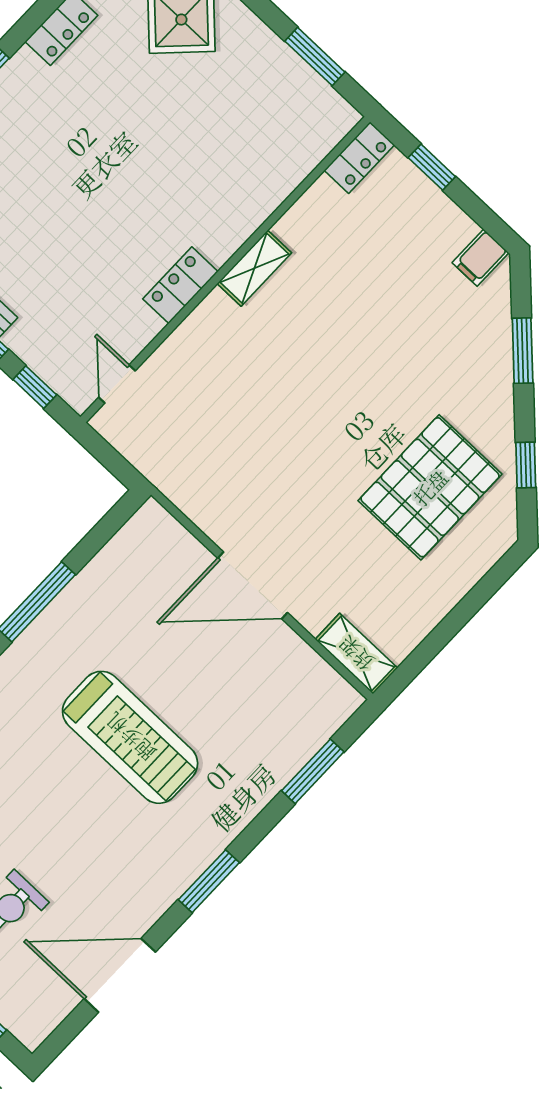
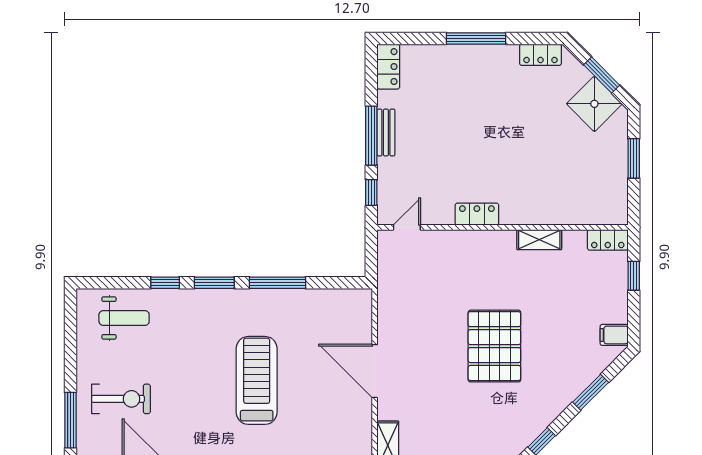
window: (315, 57) -> (634, 158), moved
shelving: (254, 268) -> (539, 240), moved
pallet: (430, 487) -> (494, 346), moved, turned 90
treadmill: (130, 737) -> (257, 380), turned 180

